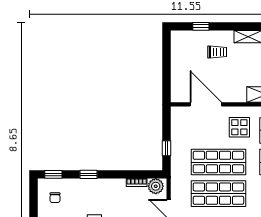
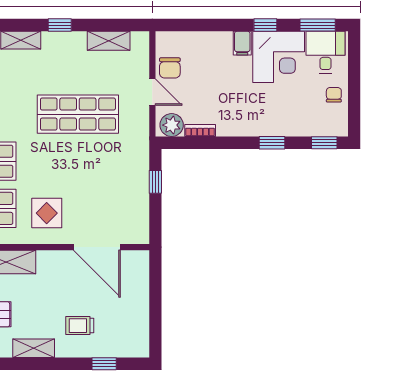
shop shelf: (218, 162) -> (78, 161), removed
chair: (55, 198) -> (334, 95), moved

